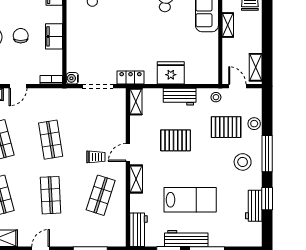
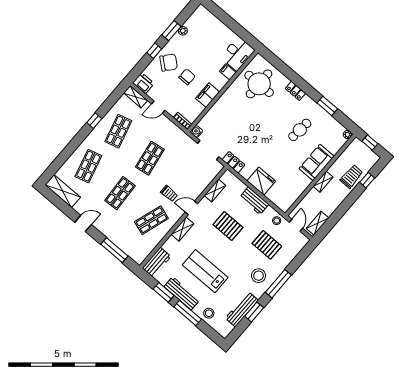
shelving: (136, 102) -> (215, 191), moved
stool: (254, 124) -> (209, 313), moved
lab bench: (190, 200) -> (205, 271), turned 180
workbench: (254, 206) -> (242, 309), width x1.37

